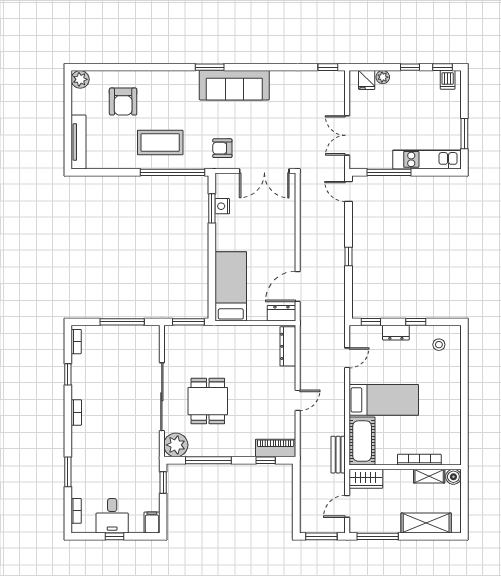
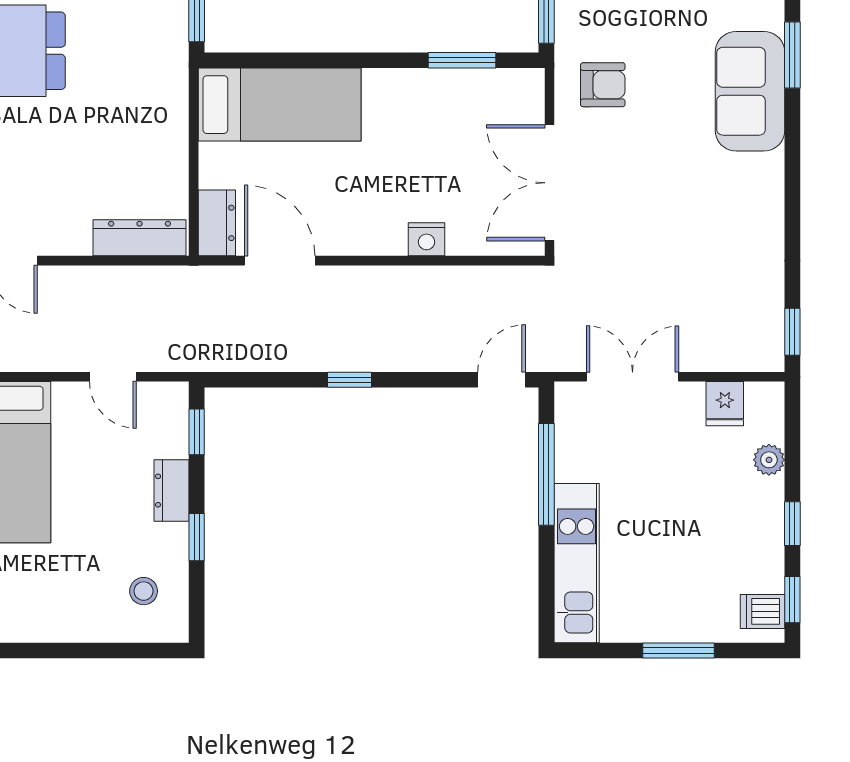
fridge: (367, 80) -> (725, 404), moved, turned -90
sofa: (234, 85) -> (750, 91), width x0.73
window: (464, 134) -> (678, 650), moved
armchair: (222, 148) -> (603, 85), turned 90
nightstand: (222, 206) -> (426, 239), moved, turned 180

